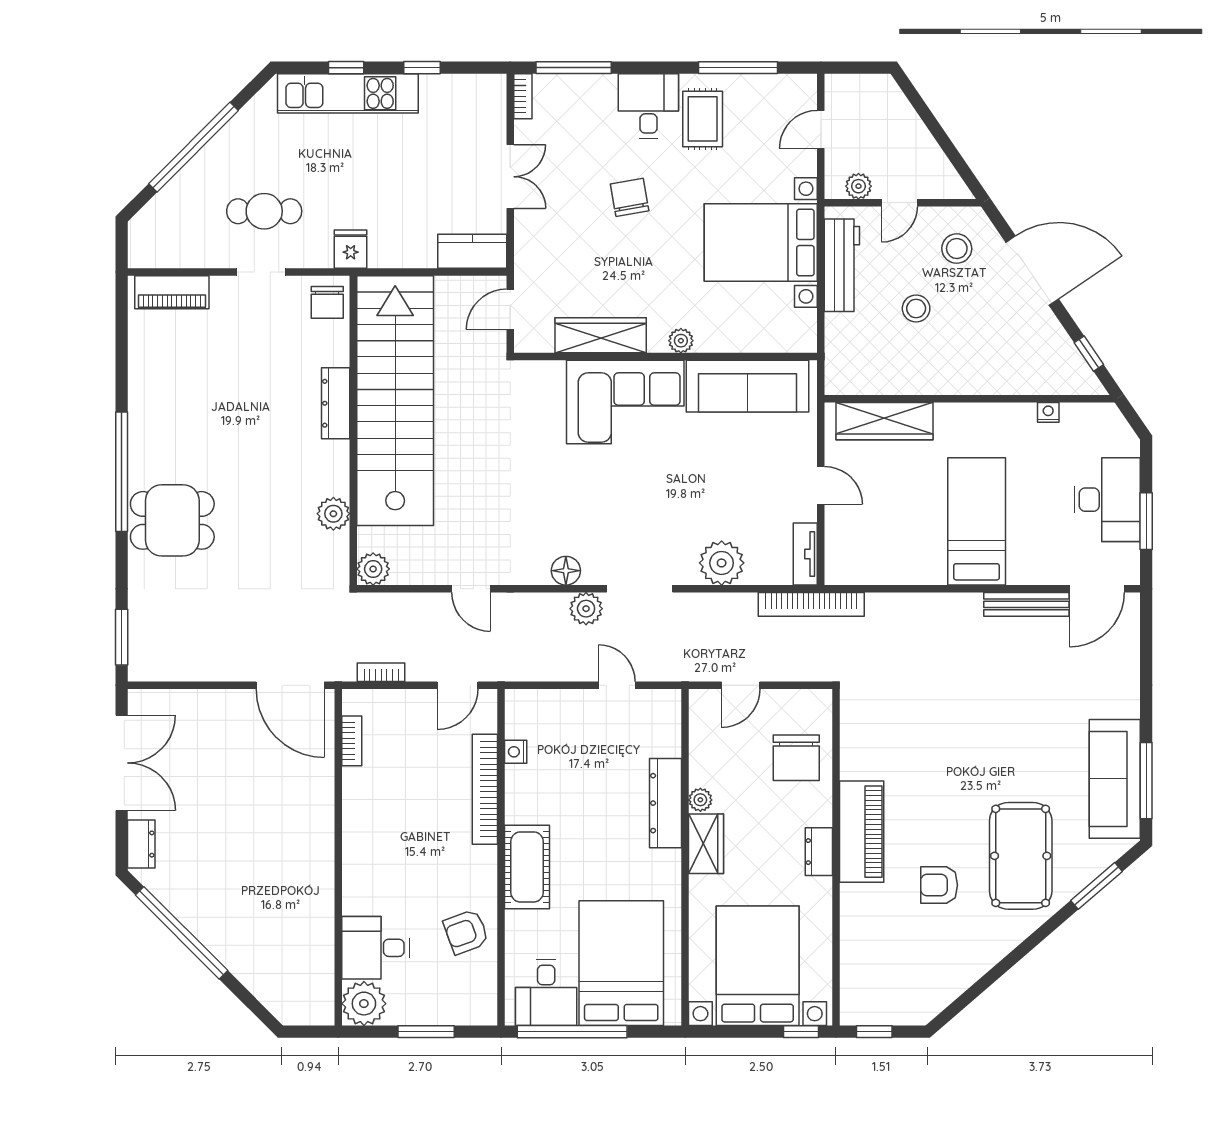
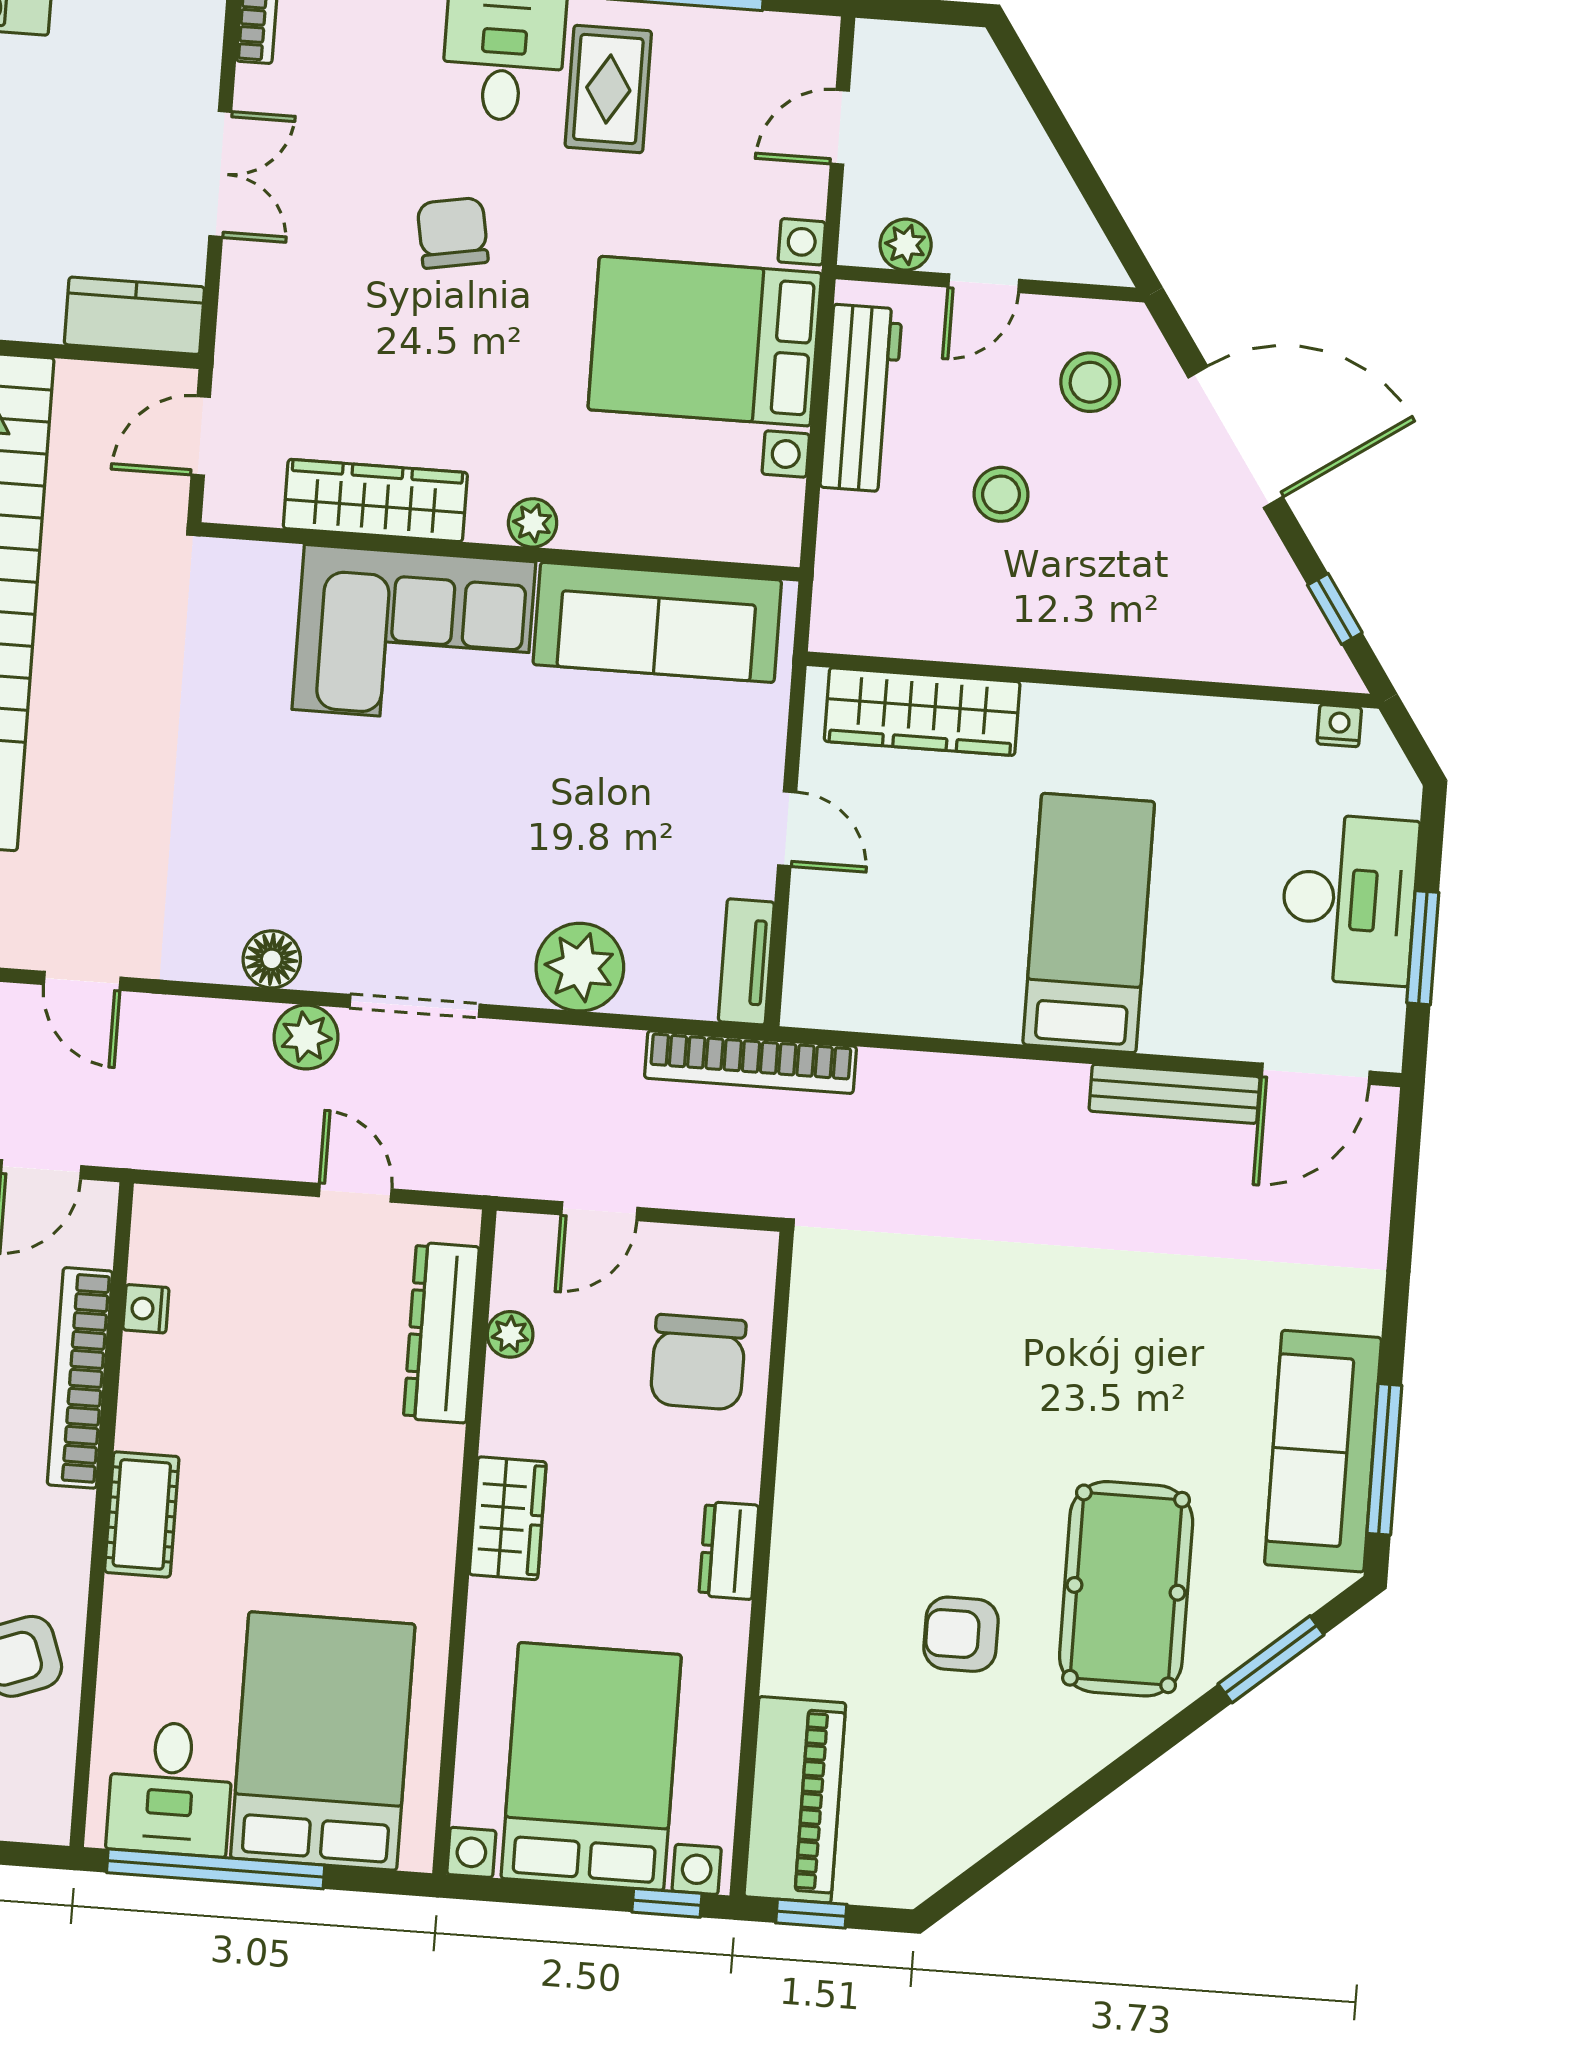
nightstand: (1048, 412) -> (1339, 726), moved
plant: (700, 800) -> (510, 1334), moved
dresser: (666, 803) -> (441, 1333), moved
piano: (862, 832) -> (795, 1800), moved
cot: (527, 867) -> (142, 1514), width x0.73, depth x0.75

